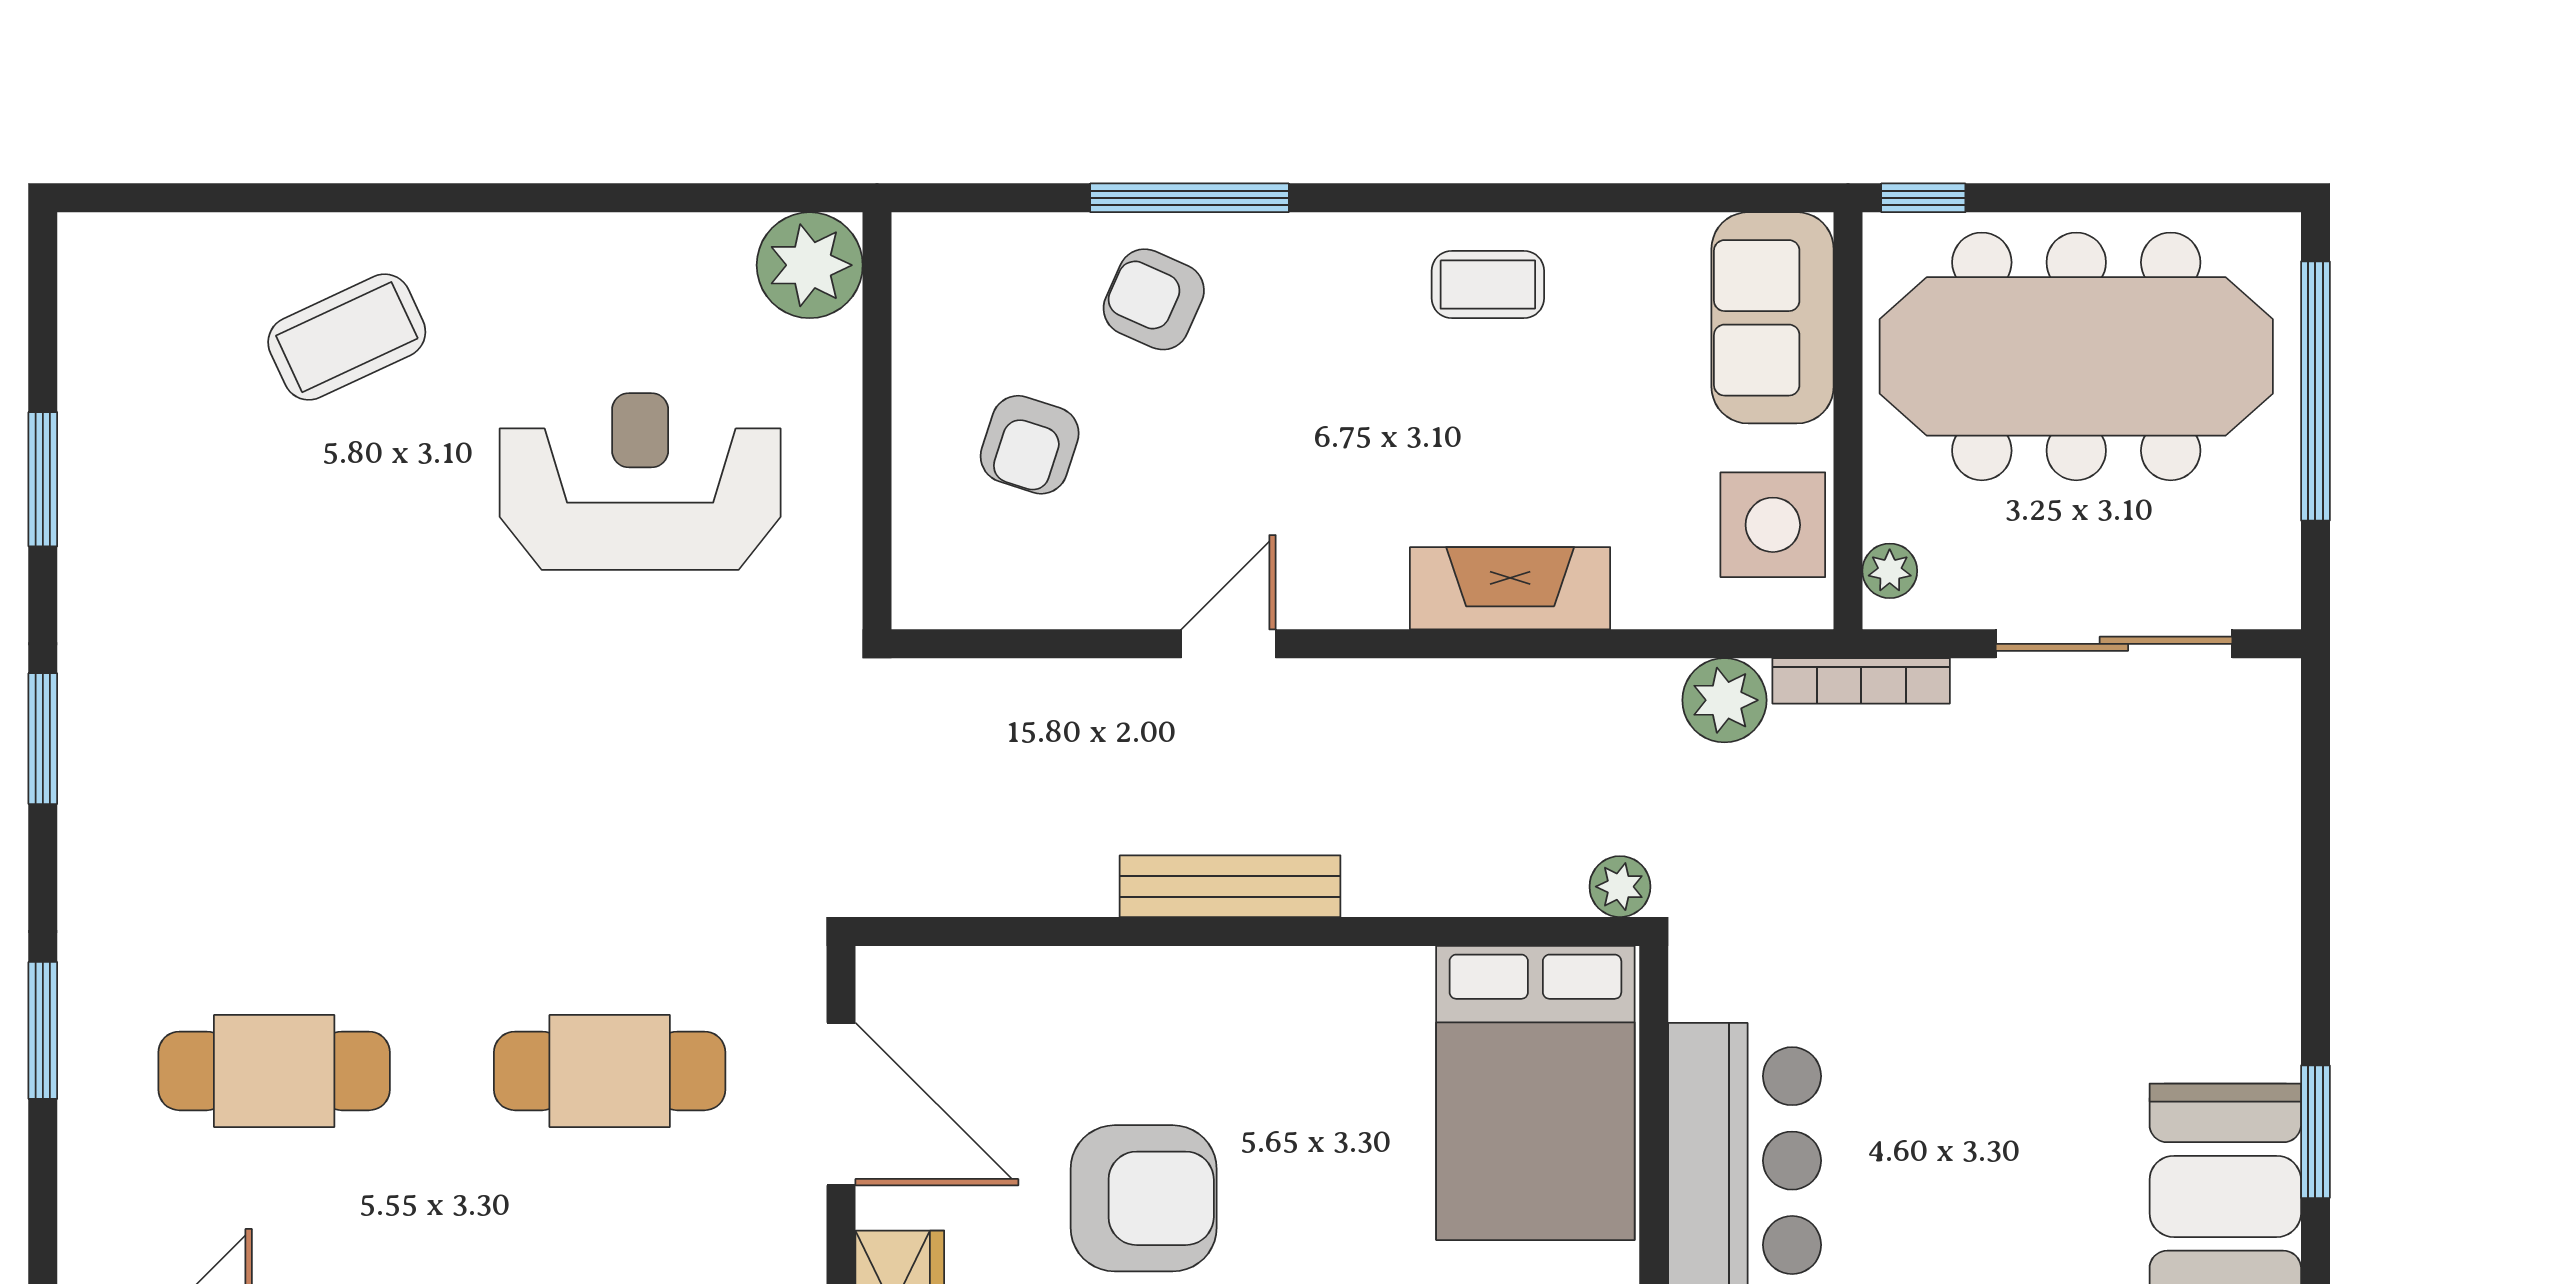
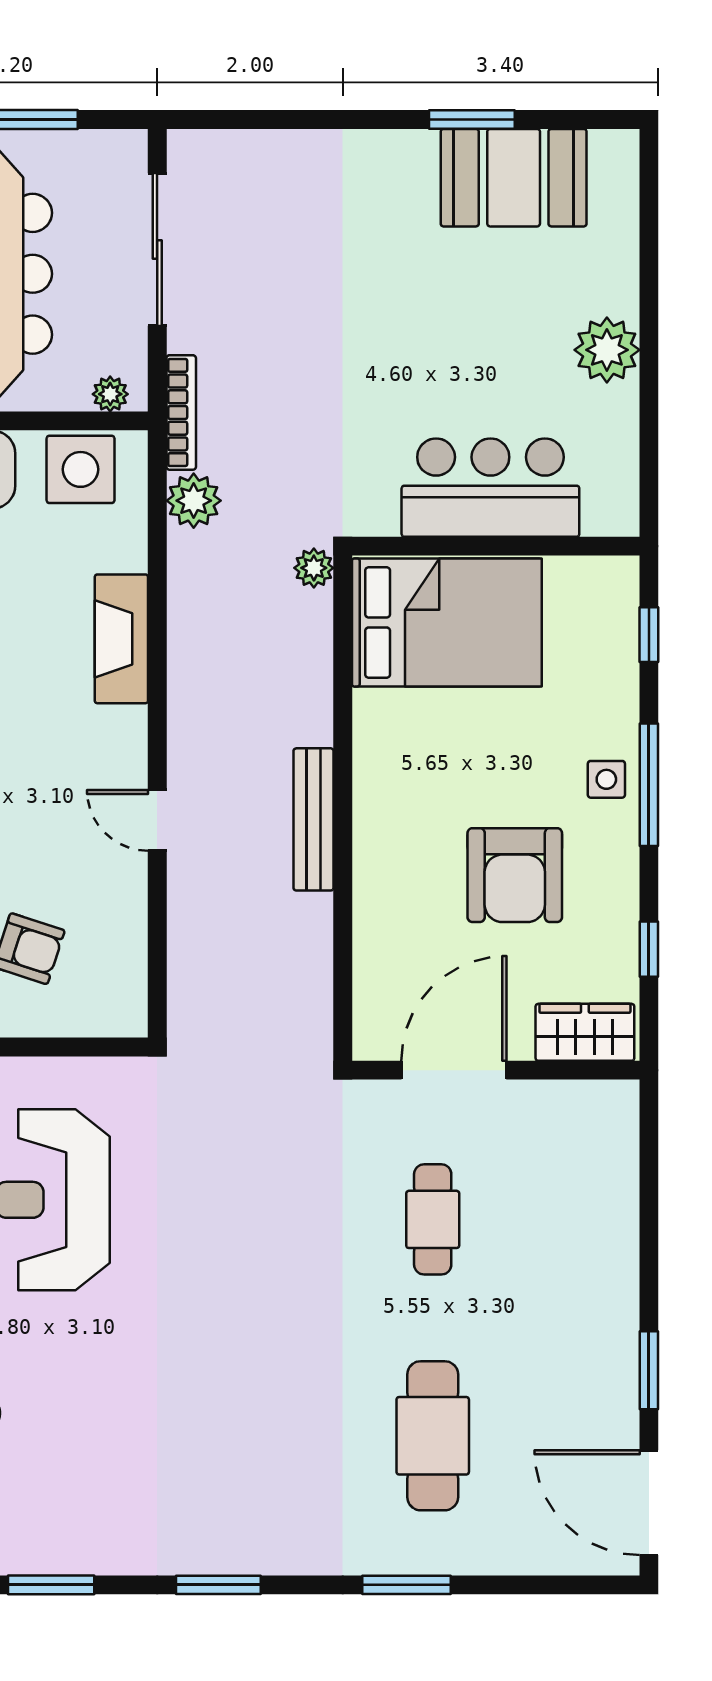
cafe table: (610, 1071) -> (433, 1219), width x0.73, depth x0.74
armchair: (1144, 1198) -> (515, 875), turned 180

